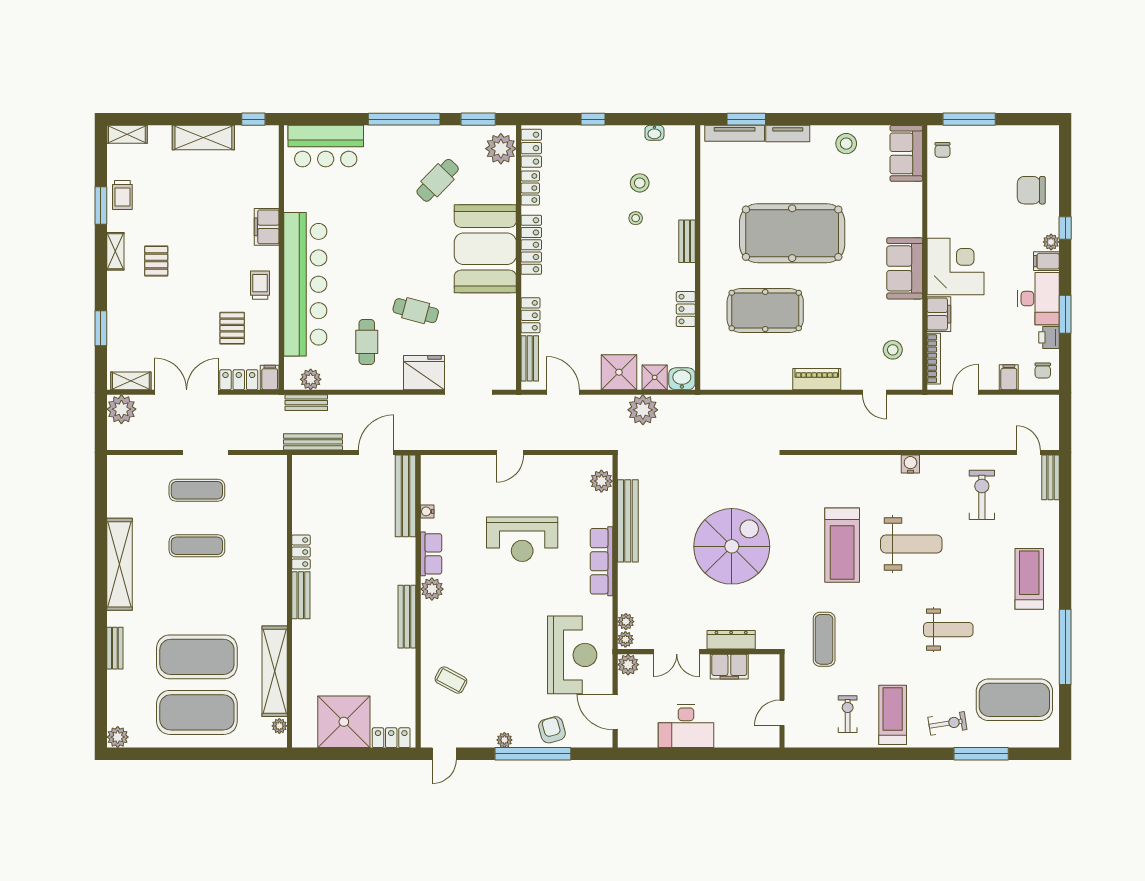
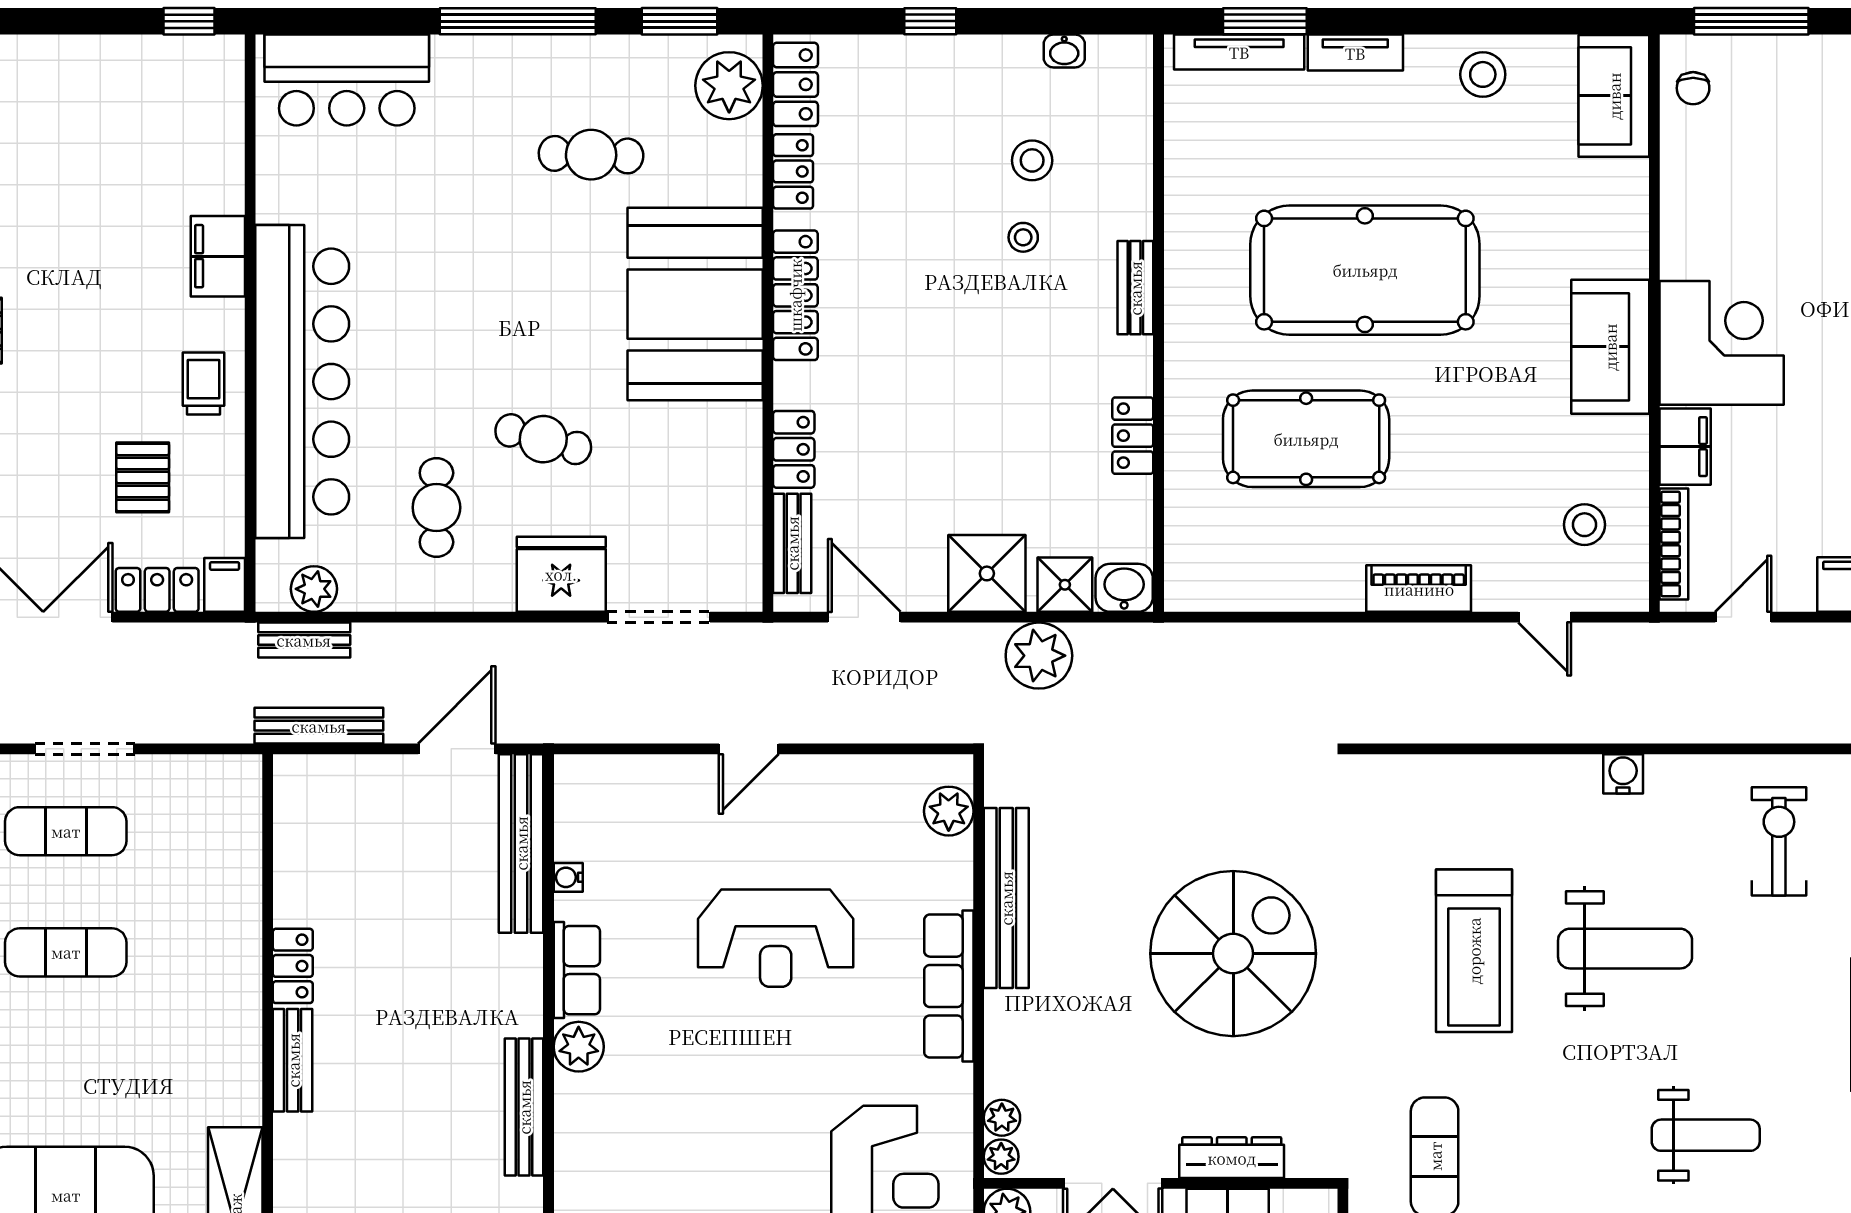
shelving: (203, 138) -> (80, 61), removed
cafe table: (438, 180) -> (591, 155), turned 48

